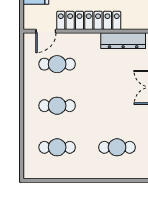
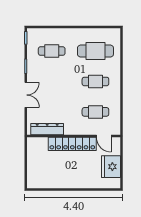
door: (46, 31) -> (104, 136), swing flipped
cafe table: (57, 147) -> (95, 51), width x1.37, depth x1.35

